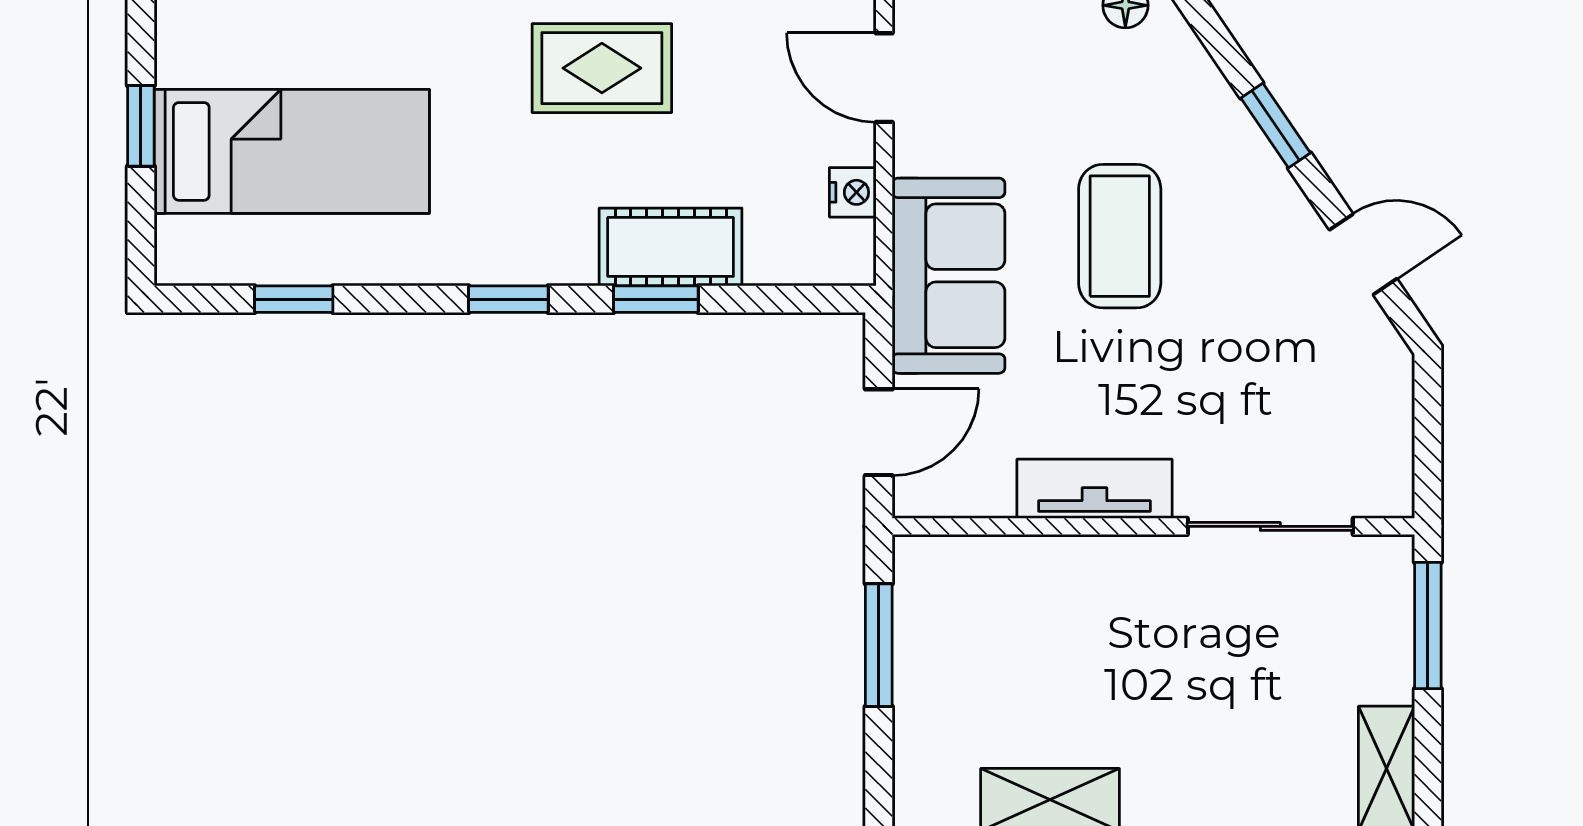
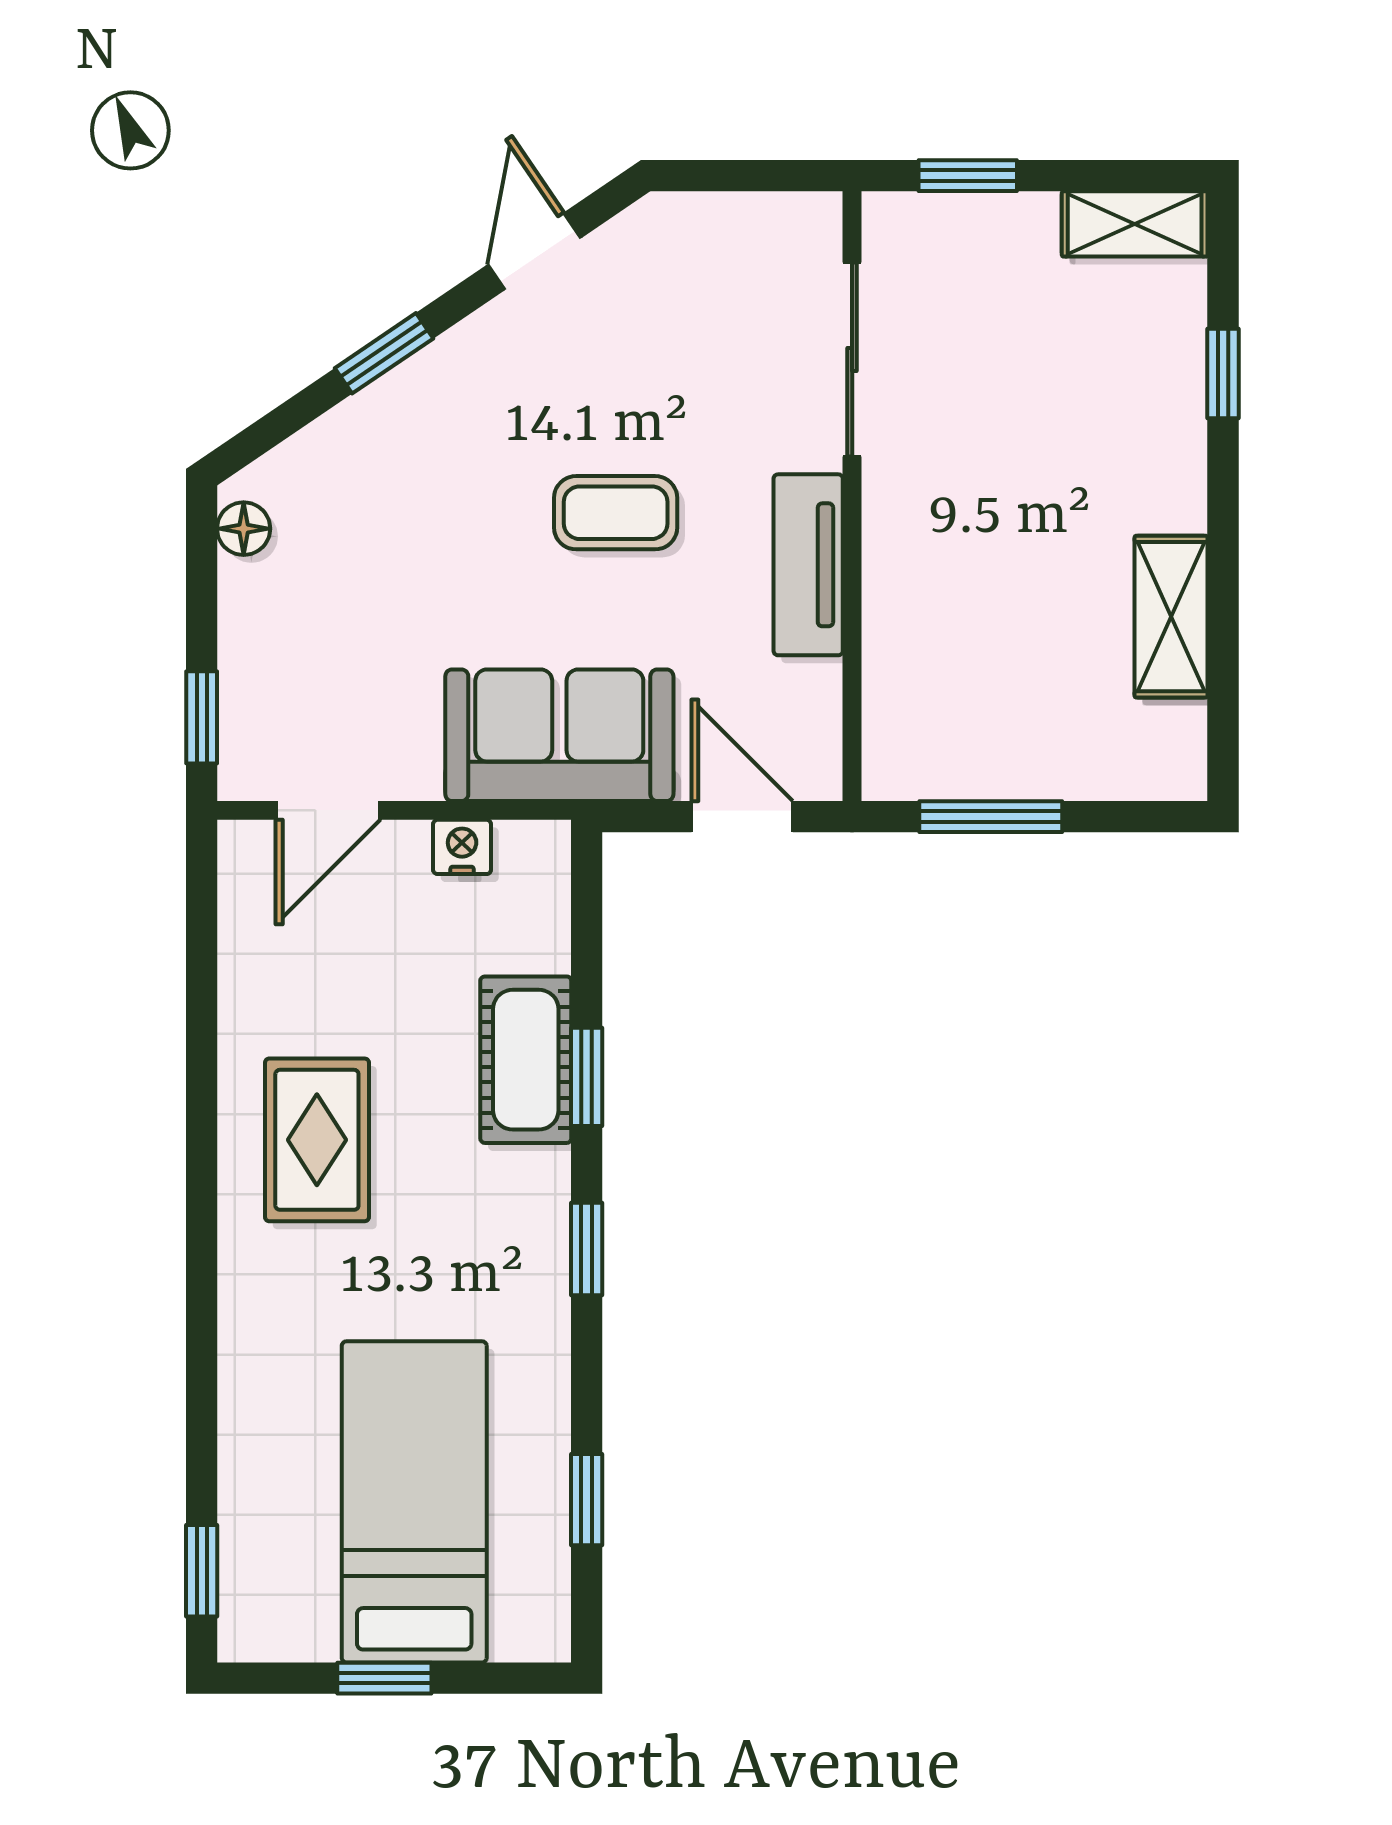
coffee table: (1120, 236) -> (616, 513), moved, width x0.73, depth x0.77
window: (1428, 626) -> (968, 176), width x0.67

